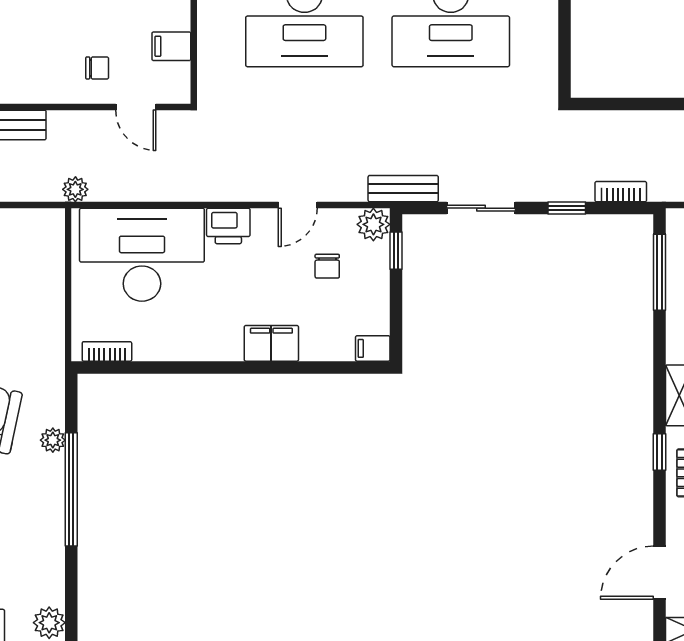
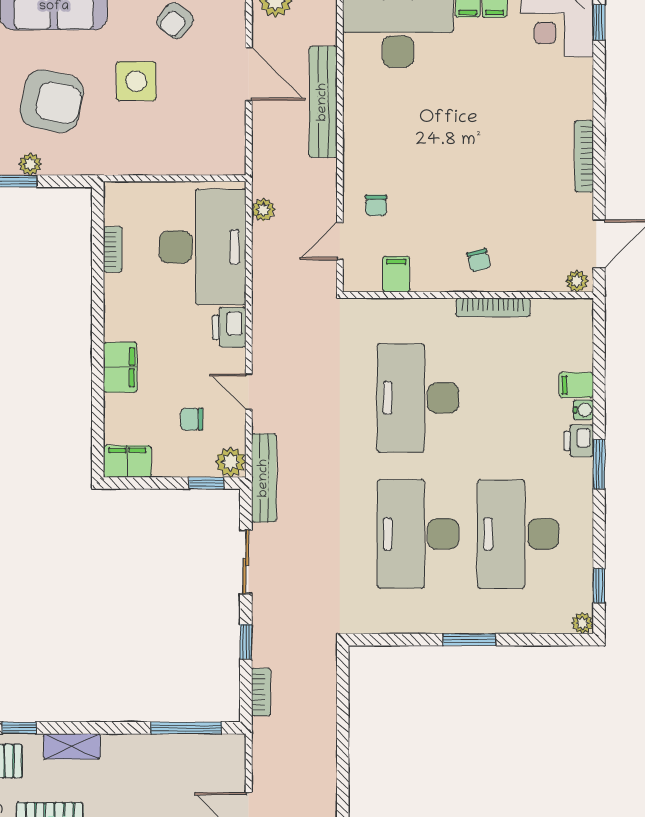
plant: (75, 189) -> (263, 210), moved
bench: (403, 189) -> (264, 478), width x1.36
filing cabinet: (373, 348) -> (127, 461), width x2.00
bookcase: (107, 351) -> (113, 249), moved

